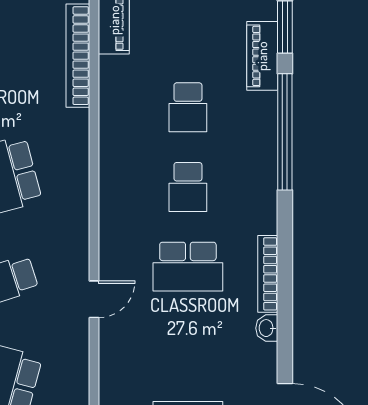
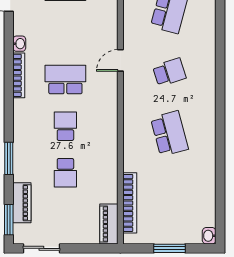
school desk: (188, 107) -> (65, 173), turned 180
window: (285, 132) -> (9, 158), width x0.47

